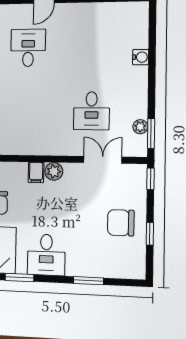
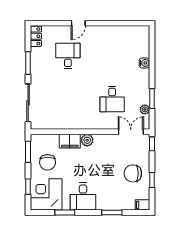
window: (151, 133) -> (152, 99), moved
double door: (103, 160) -> (131, 132), moved
filing cabinet: (36, 172) -> (70, 141), width x2.00
filing cabinet: (135, 271) -> (143, 205), added

